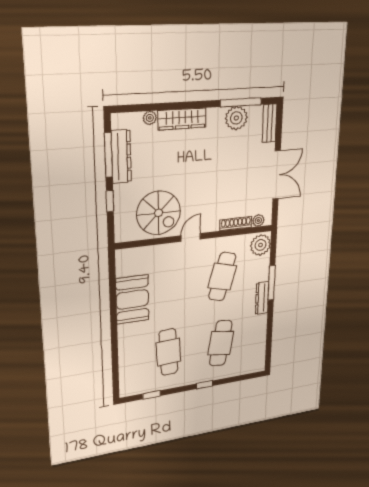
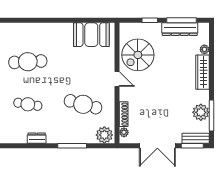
window: (279, 127) -> (192, 146), added
dresser: (262, 298) -> (37, 138), moved, width x0.70
booth: (132, 299) -> (91, 35), moved
cafe table: (221, 343) -> (28, 104), width x0.73, depth x0.74

